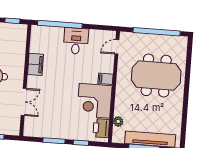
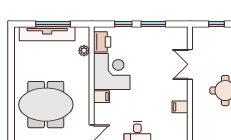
filing cabinet: (35, 64) -> (180, 107), width x0.50

